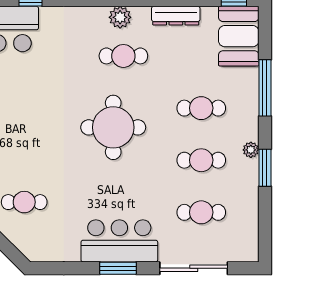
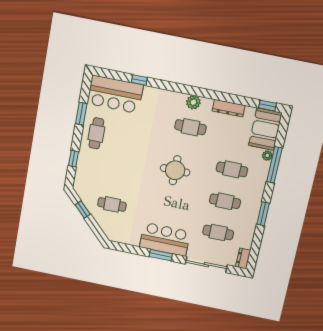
round table: (113, 127) -> (175, 170), width x0.73, depth x0.73
plant: (251, 150) -> (267, 156), moved
dresser: (250, 246) -> (243, 258), added

